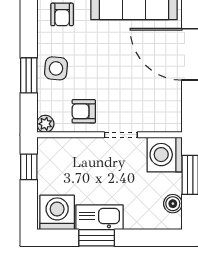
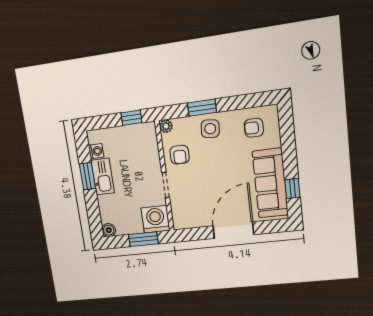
armchair: (84, 111) -> (180, 155), turned 180
boiler: (173, 204) -> (109, 230), moved
washing machine: (57, 212) -> (96, 151), width x0.53, depth x0.53

